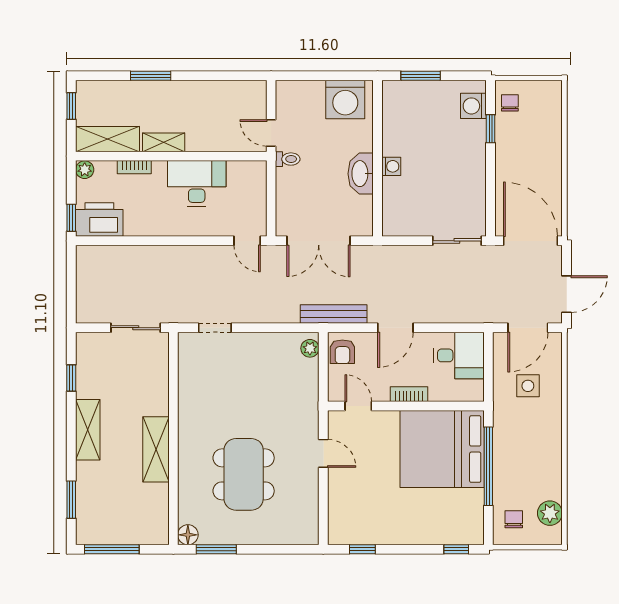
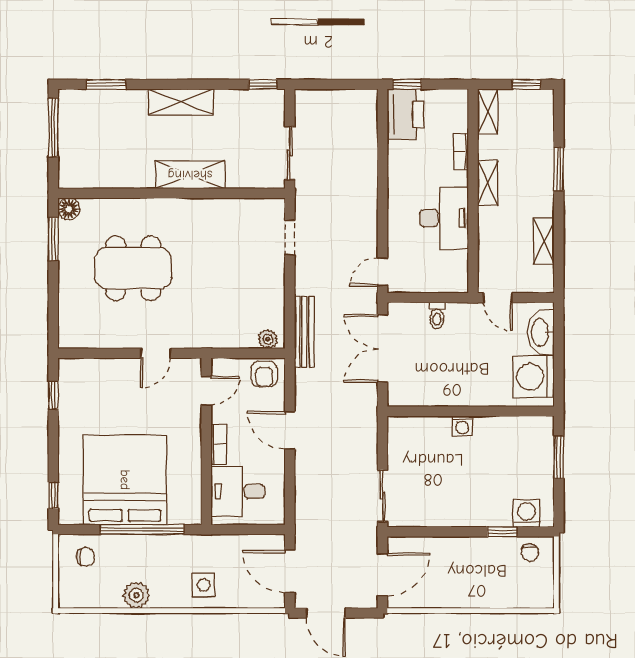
shelving: (218, 90) -> (544, 241), added
chair: (510, 103) -> (530, 552), turned 90
door: (271, 133) -> (498, 298), swing flipped
shelving: (108, 139) -> (488, 112), width x0.67, depth x0.75
toilet: (288, 159) -> (437, 315), moved
plant: (85, 170) -> (459, 99), removed
washbasin: (361, 174) -> (541, 332), moved, turned -90
door: (530, 241) -> (383, 575), width x0.73
bench: (334, 314) -> (304, 332), moved
armchair: (342, 352) -> (264, 374), turned -90
desk: (459, 355) -> (238, 491), moved, turned 90
window: (71, 378) -> (263, 84), moved
side table: (528, 386) -> (204, 585), moved
shelving: (156, 449) -> (190, 175), moved
bed: (442, 449) -> (125, 480), moved
plant: (550, 513) -> (136, 595), moved

